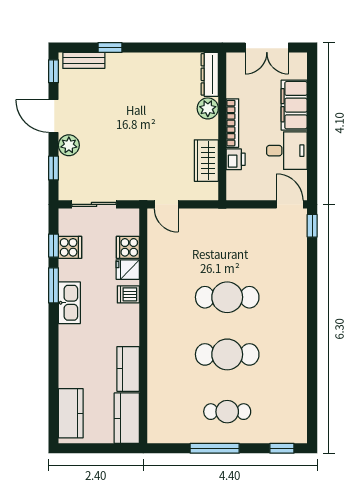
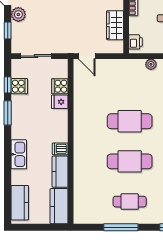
printer: (236, 159) -> (136, 42), moved
plant: (258, 216) -> (151, 64), added
dishwasher: (128, 294) -> (60, 149), moved
kitchen sink: (69, 303) -> (19, 154), moved

